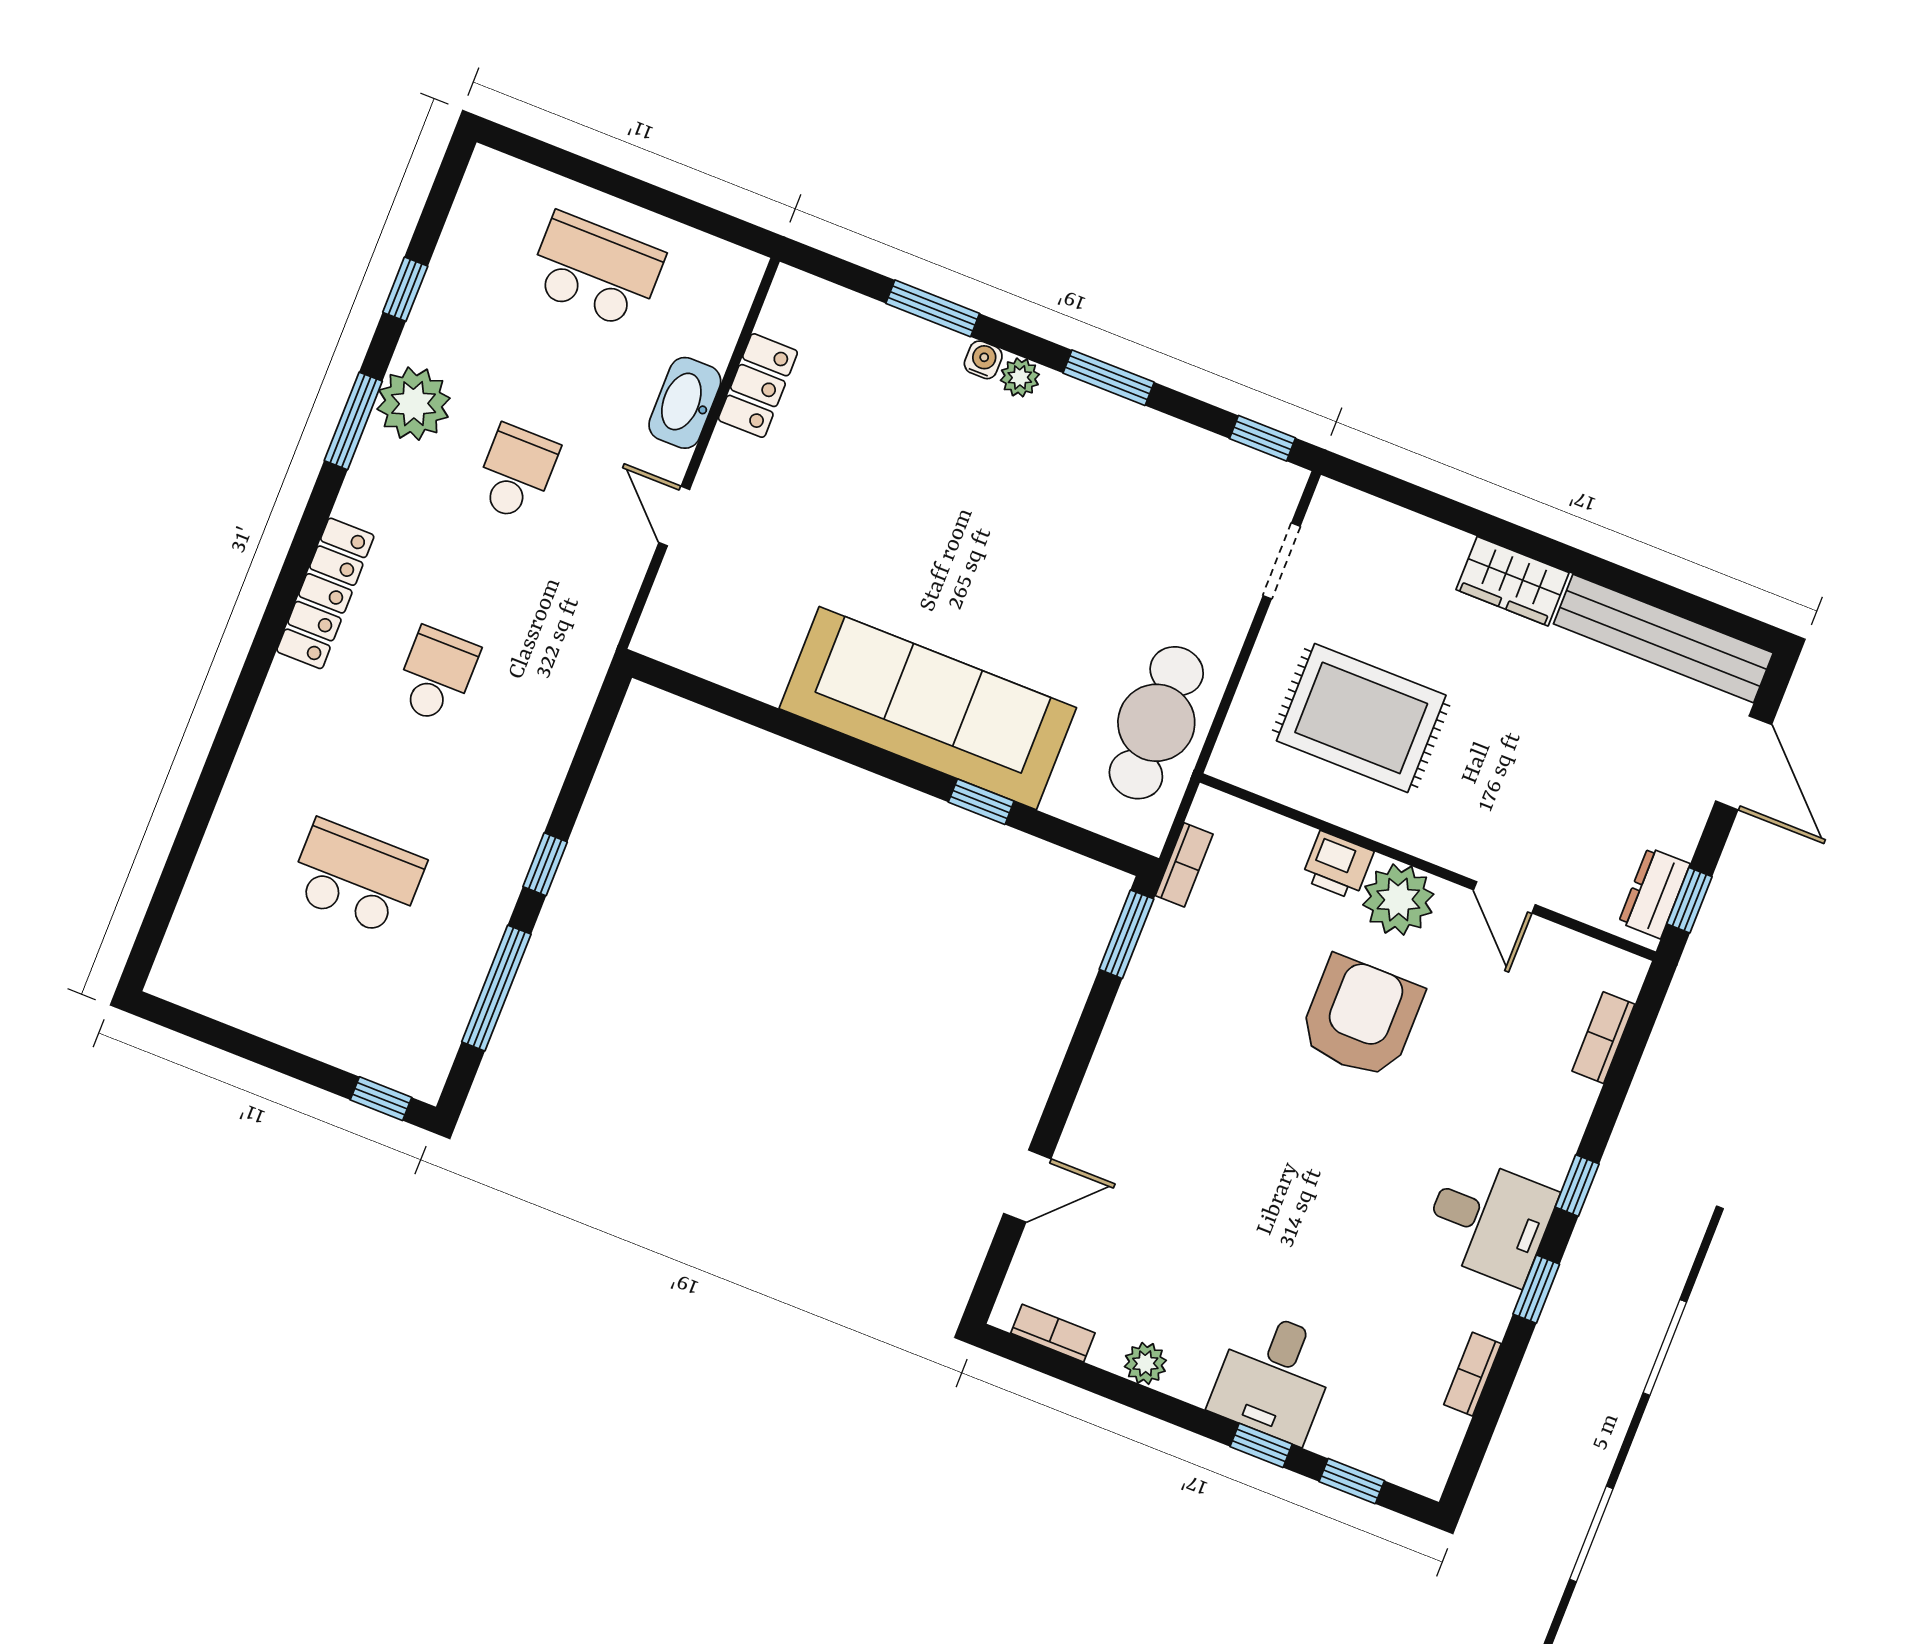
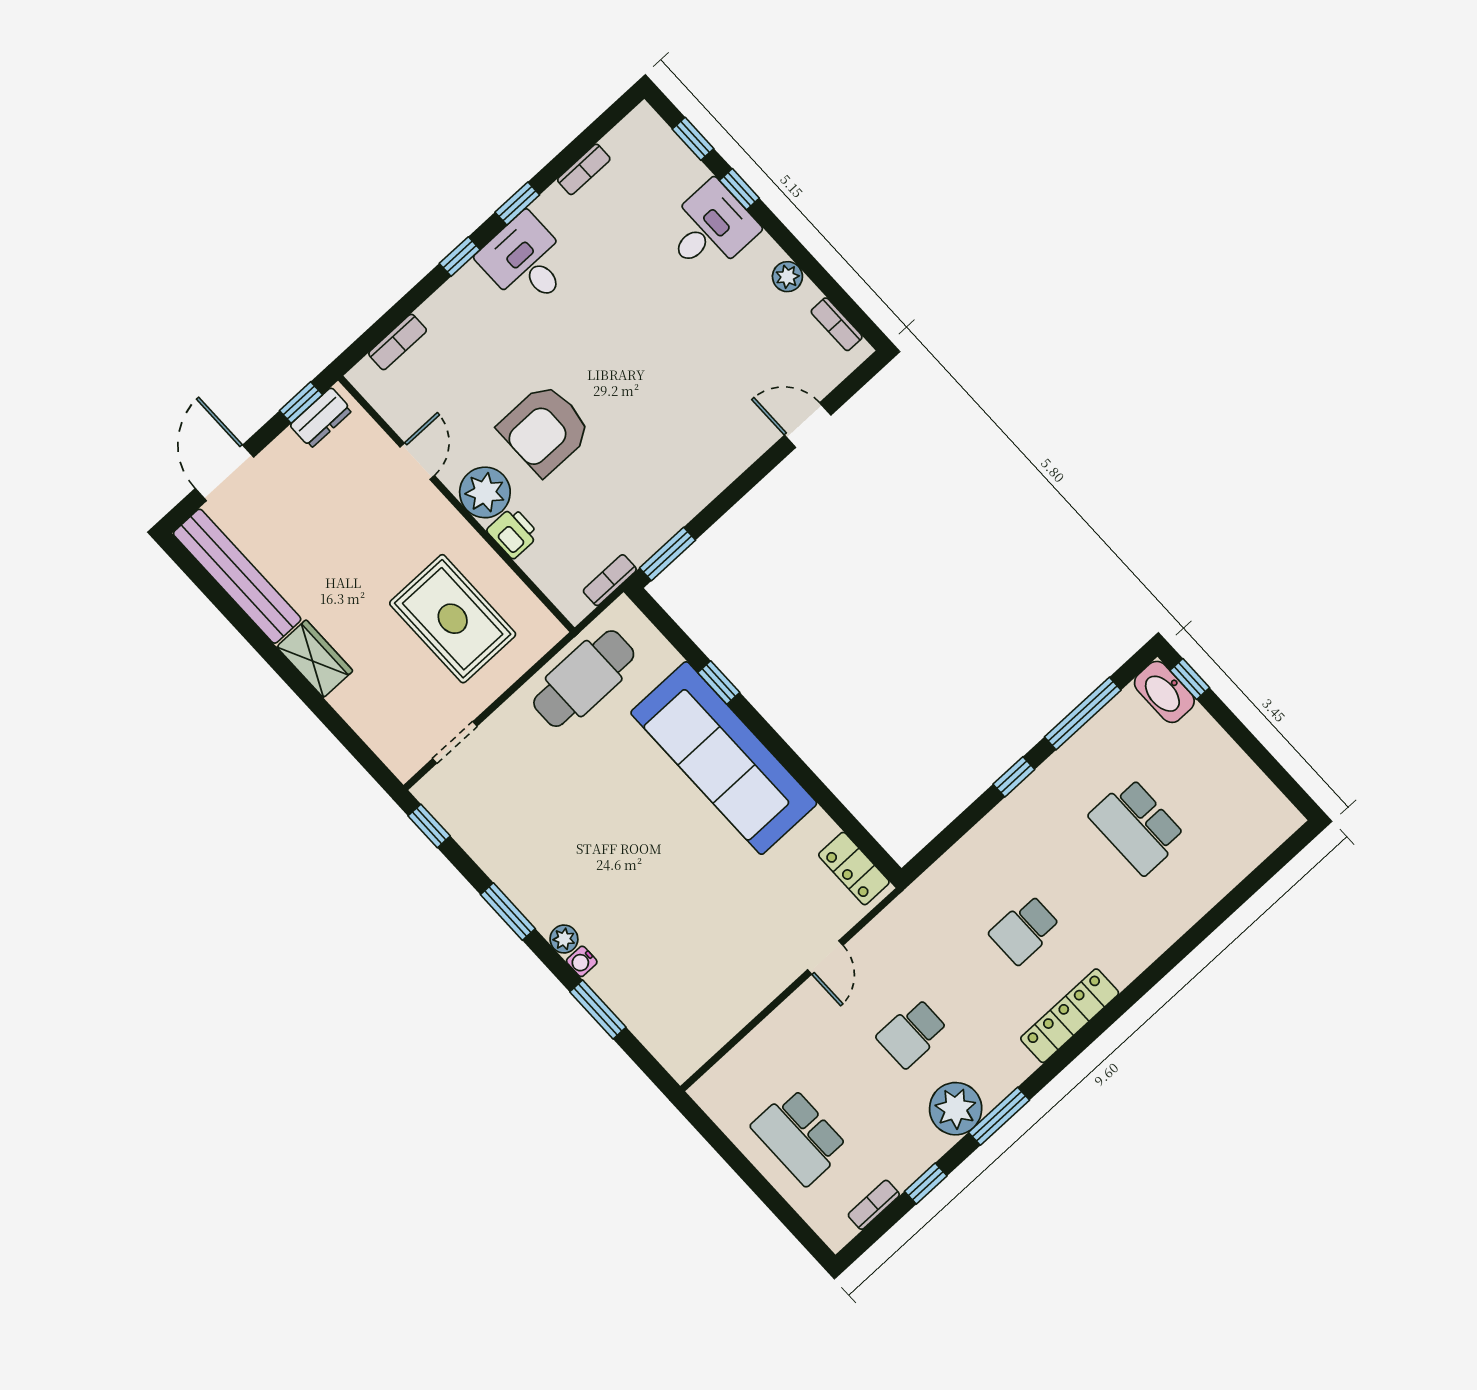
bookcase: (458, 230) -> (874, 1205), added
locker: (758, 386) -> (854, 869), moved, turned -90
washbasin: (685, 403) -> (1164, 692), moved, turned 90

